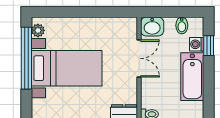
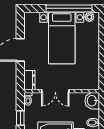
double door: (139, 58) -> (55, 91), moved

